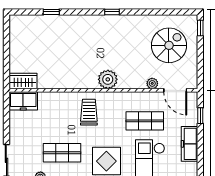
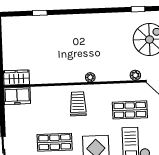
window: (112, 12) -> (138, 9), moved
plant: (108, 79) -> (90, 77), width x0.53, depth x0.53

